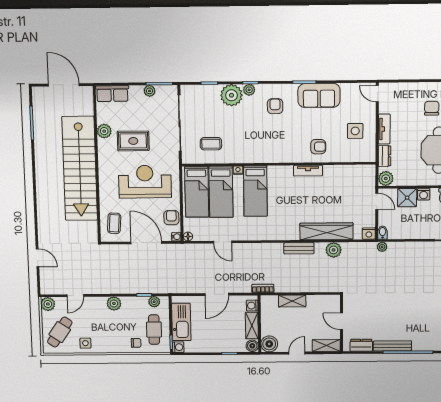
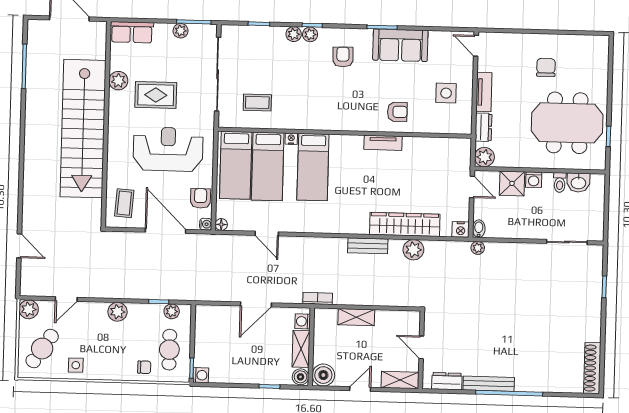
plant: (231, 95) -> (294, 34), width x0.53, depth x0.53
kitchen sink: (181, 322) -> (207, 340), removed

